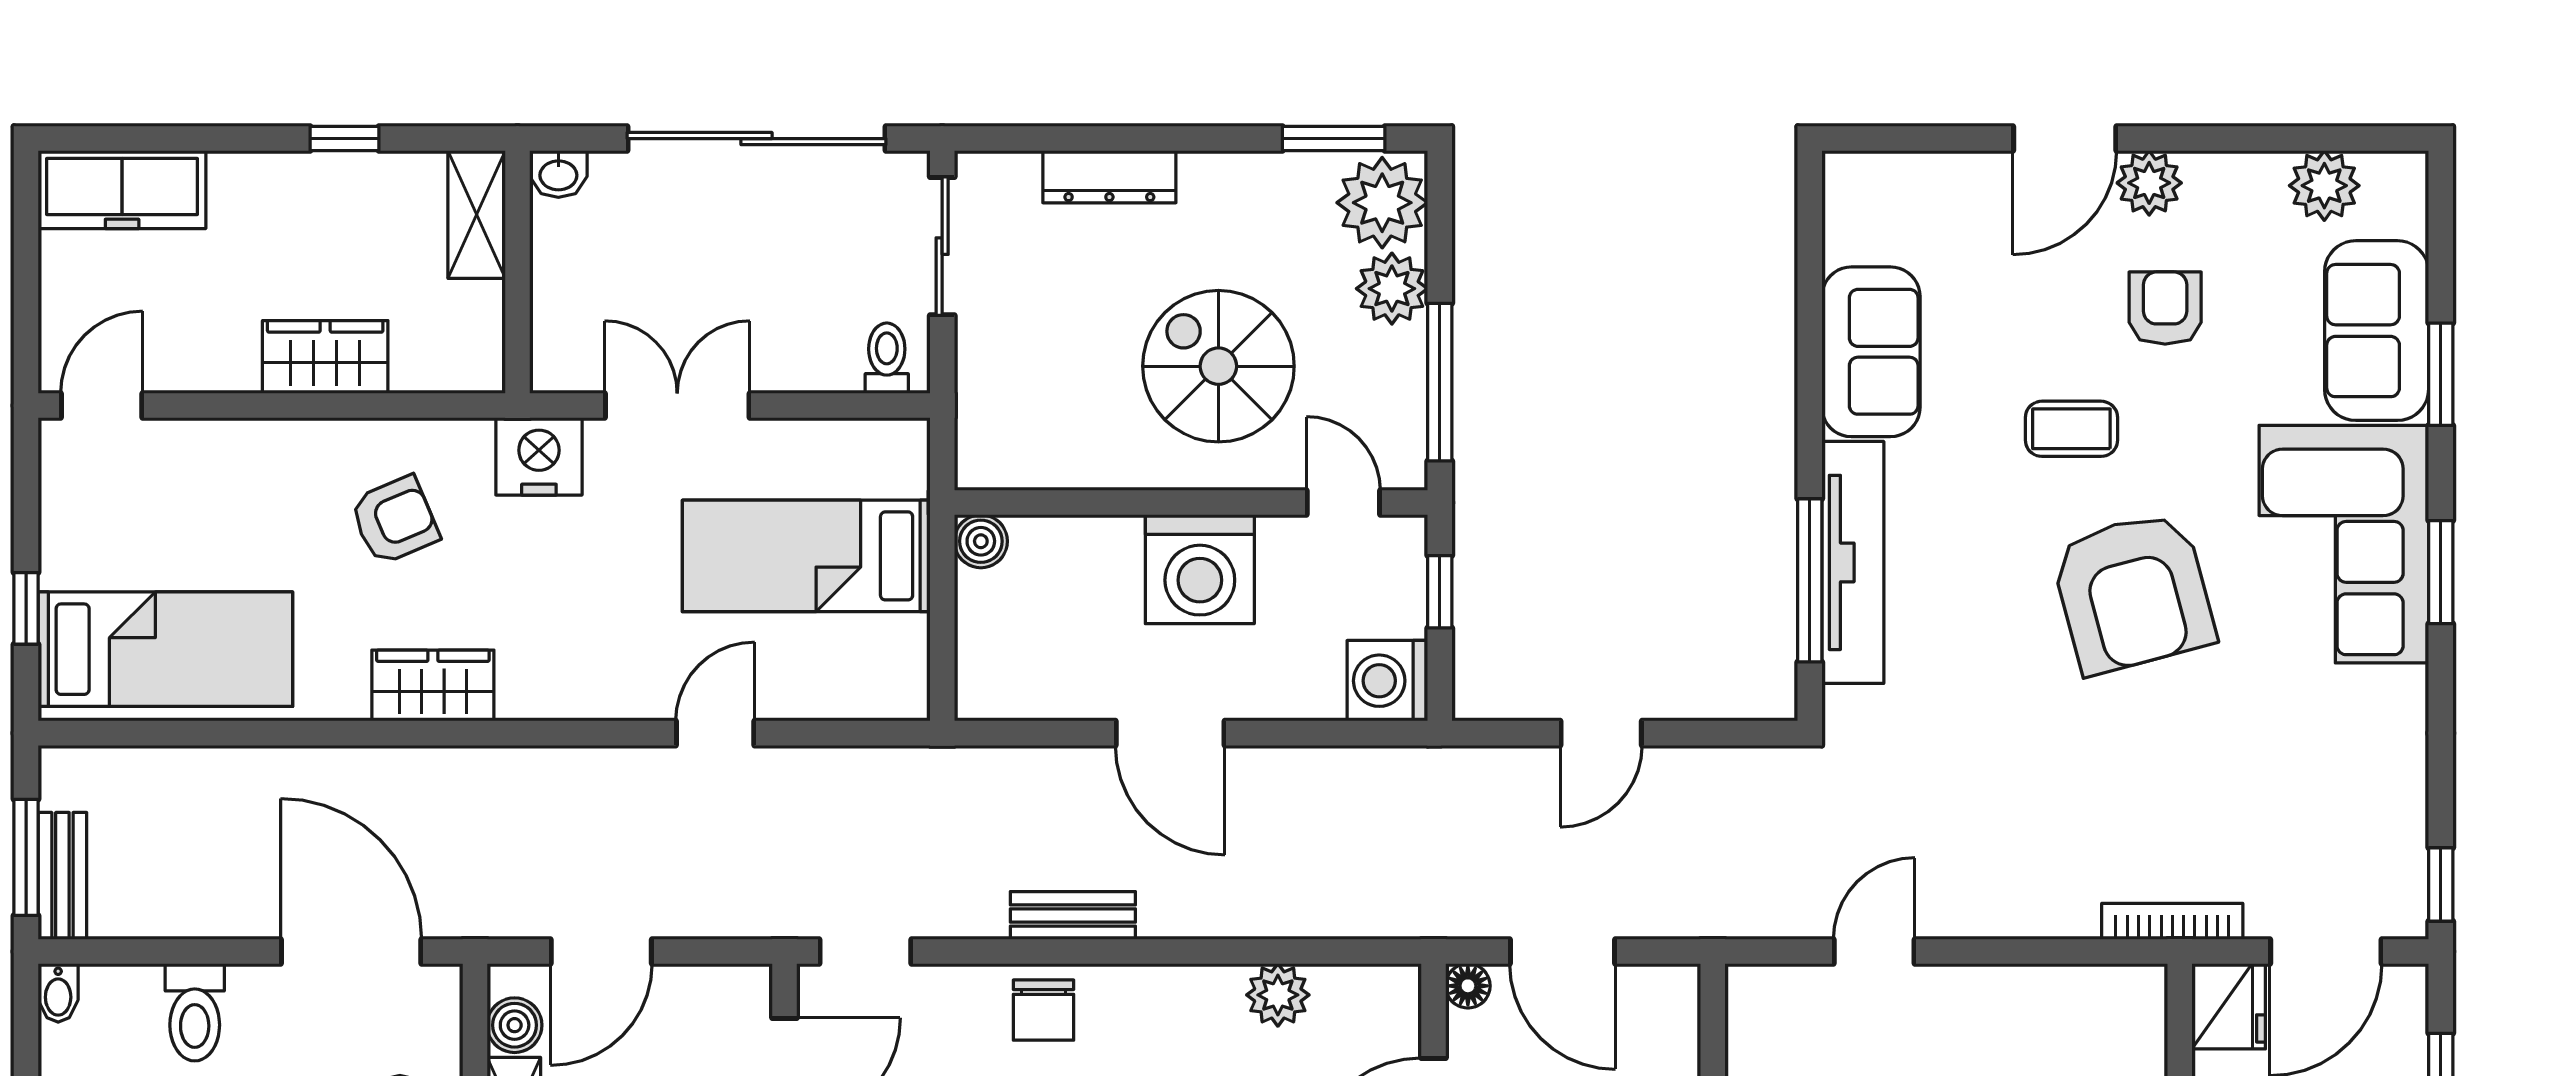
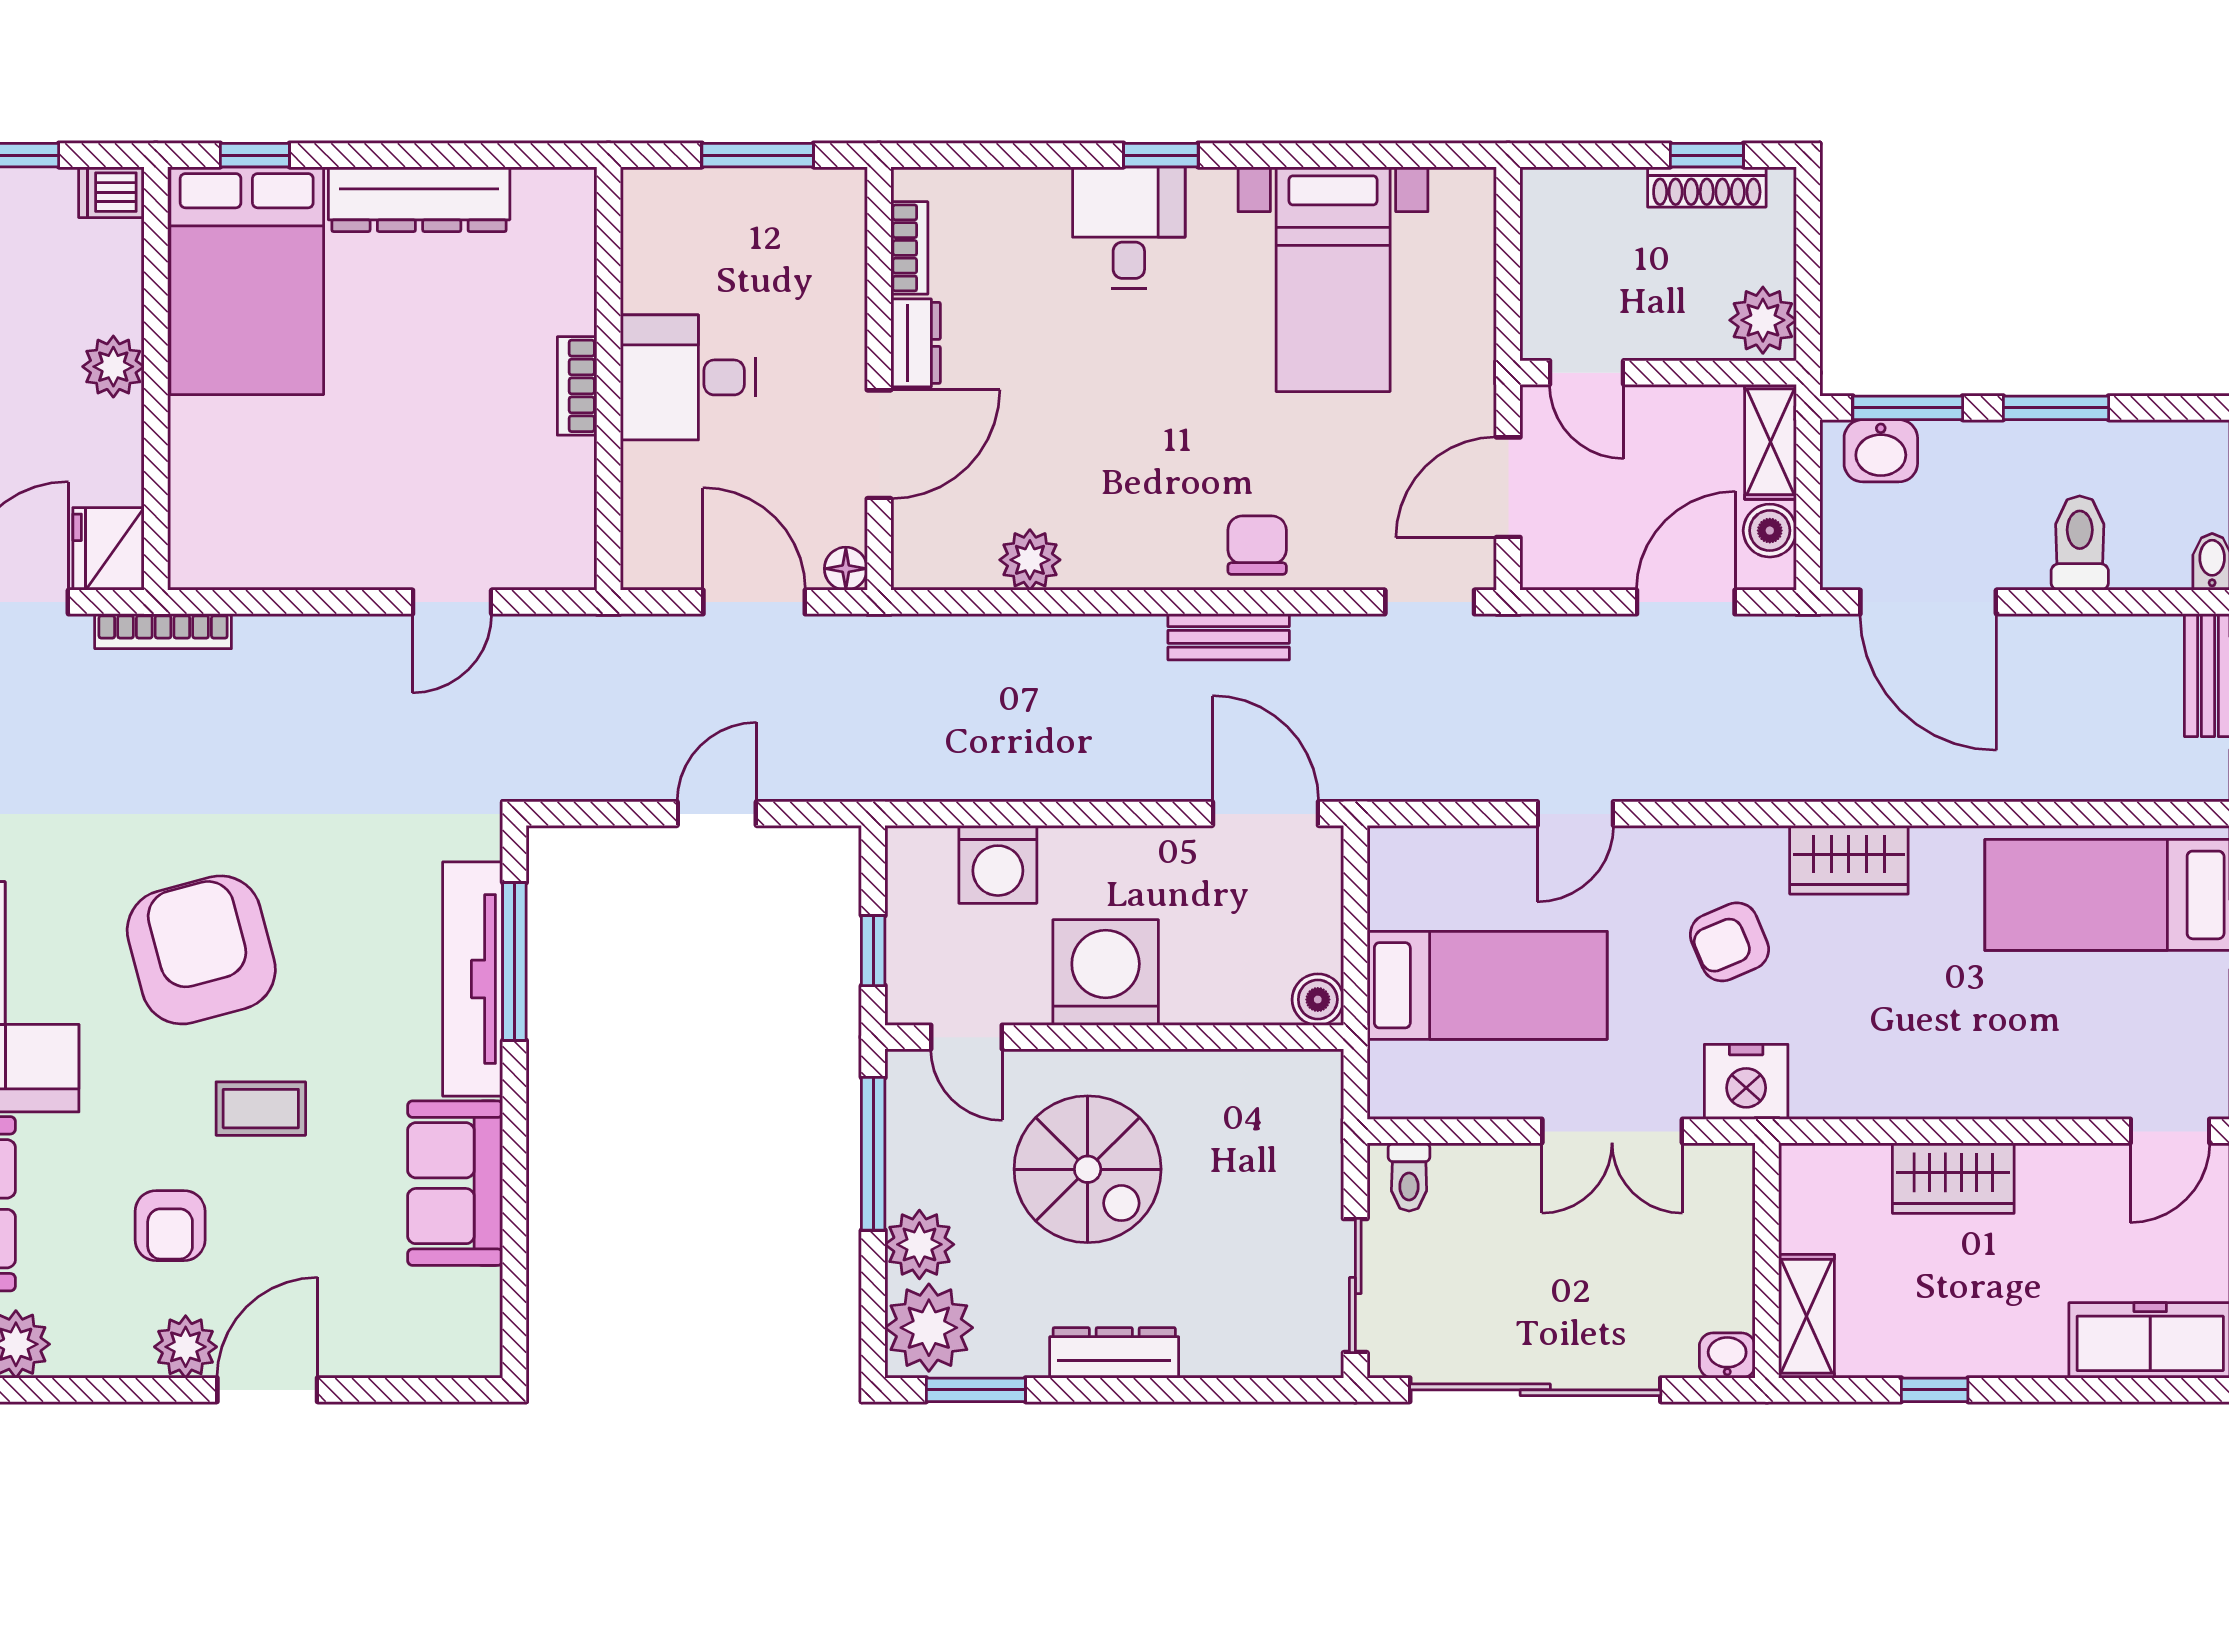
dresser: (1109, 177) -> (1114, 1353), moved
armchair: (395, 520) -> (1729, 942), moved
washing machine: (1387, 681) -> (998, 864), moved, turned 90
door: (1170, 733) -> (1265, 814), moved

